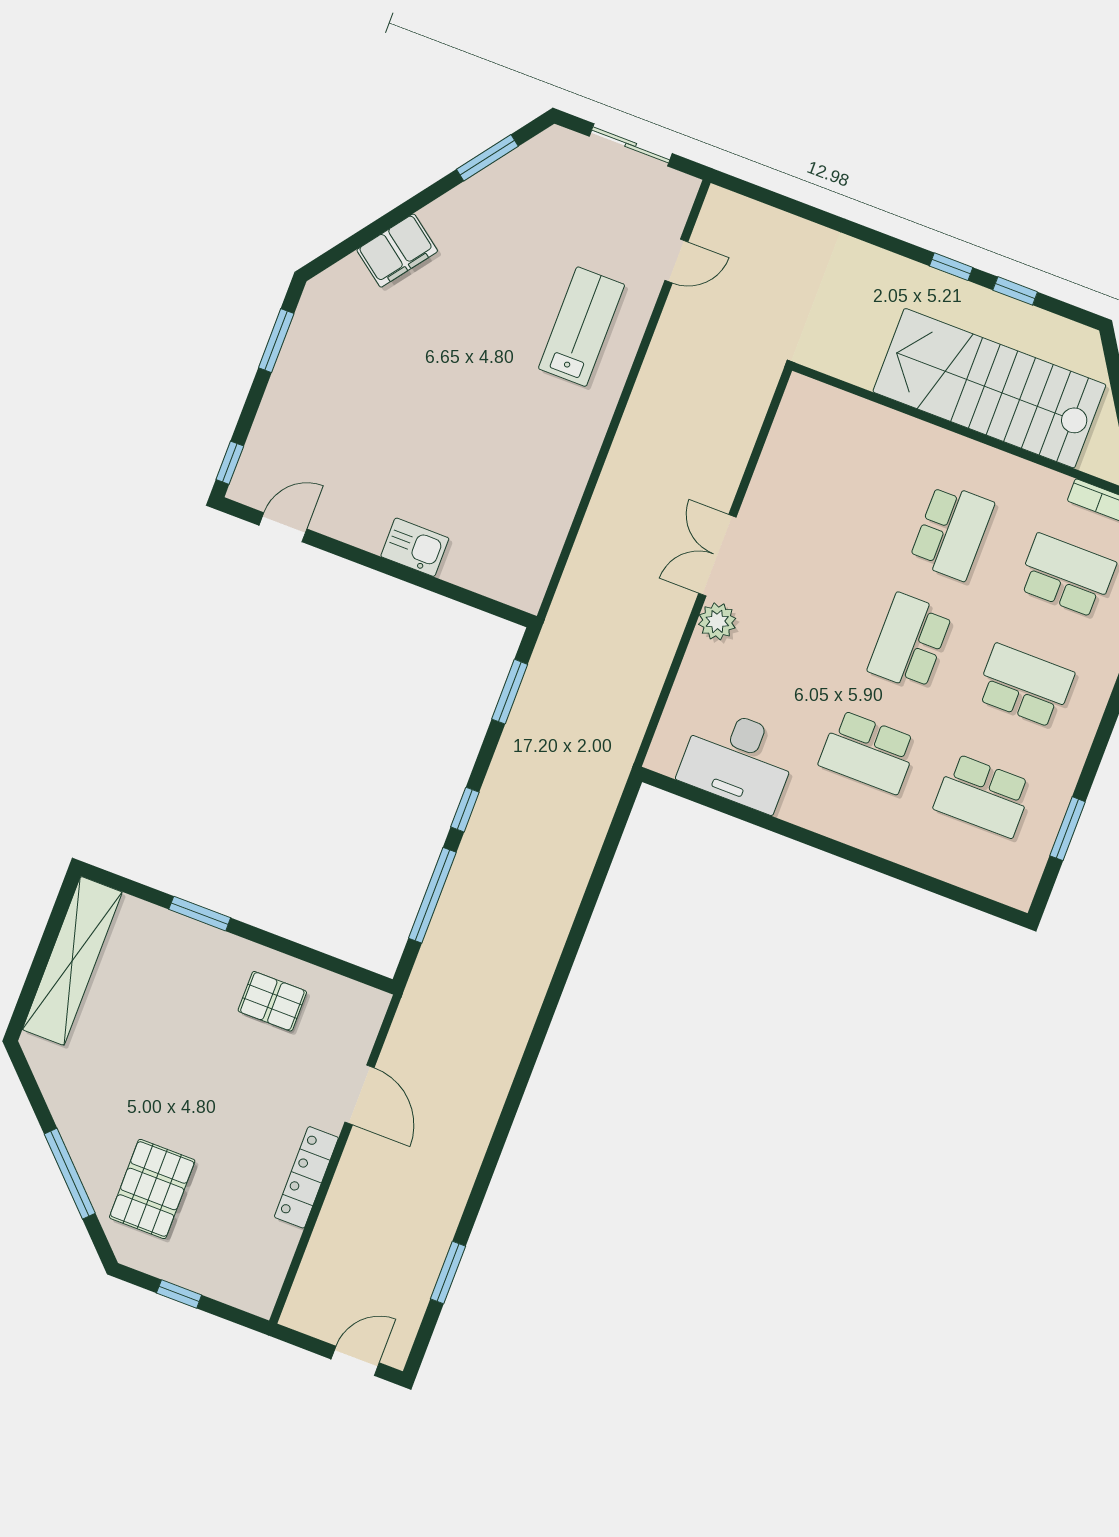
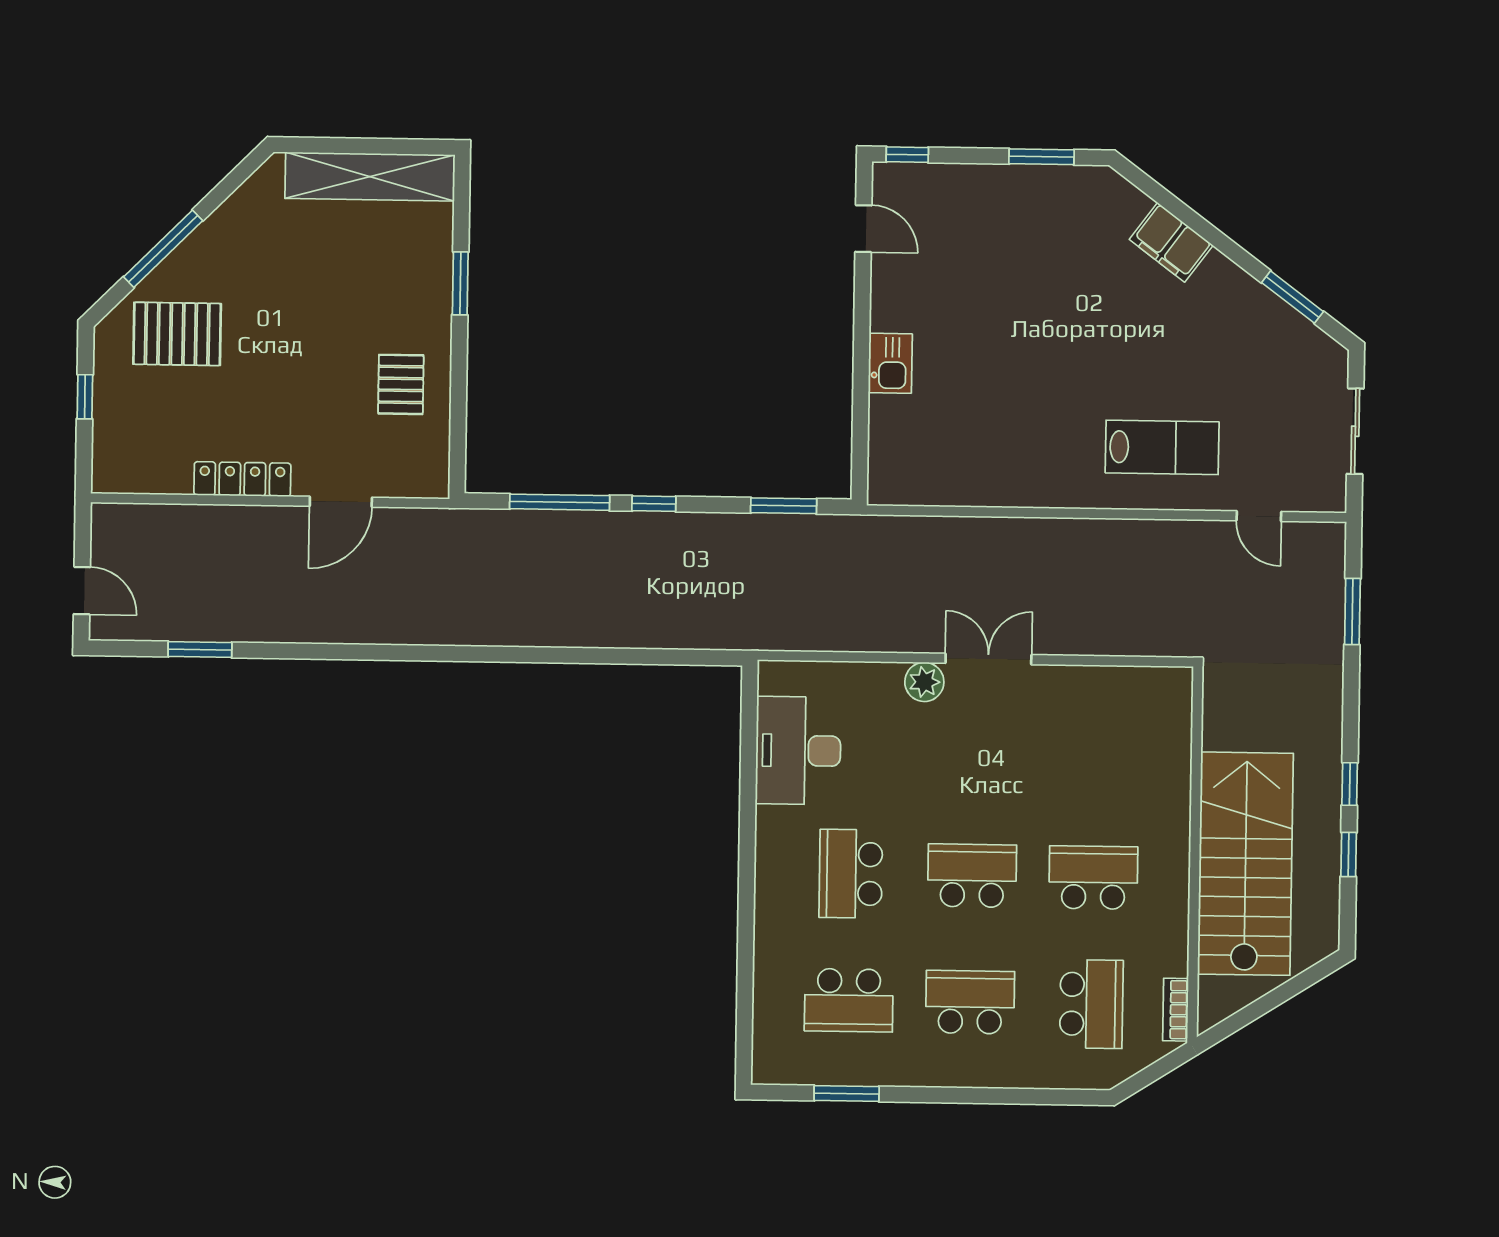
window: (794, 207) -> (1352, 612), added
school desk: (952, 532) -> (1093, 878), turned 180
school desk: (1025, 686) -> (970, 1002), turned -90
school desk: (983, 796) -> (849, 1000), turned -90

